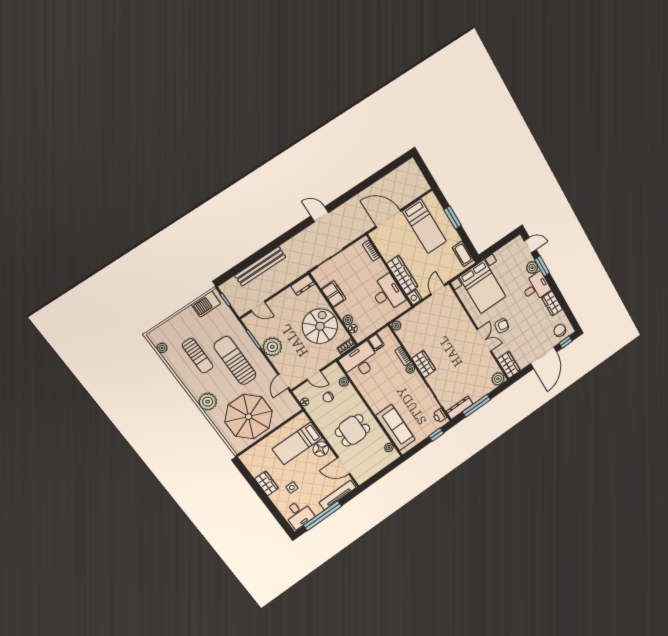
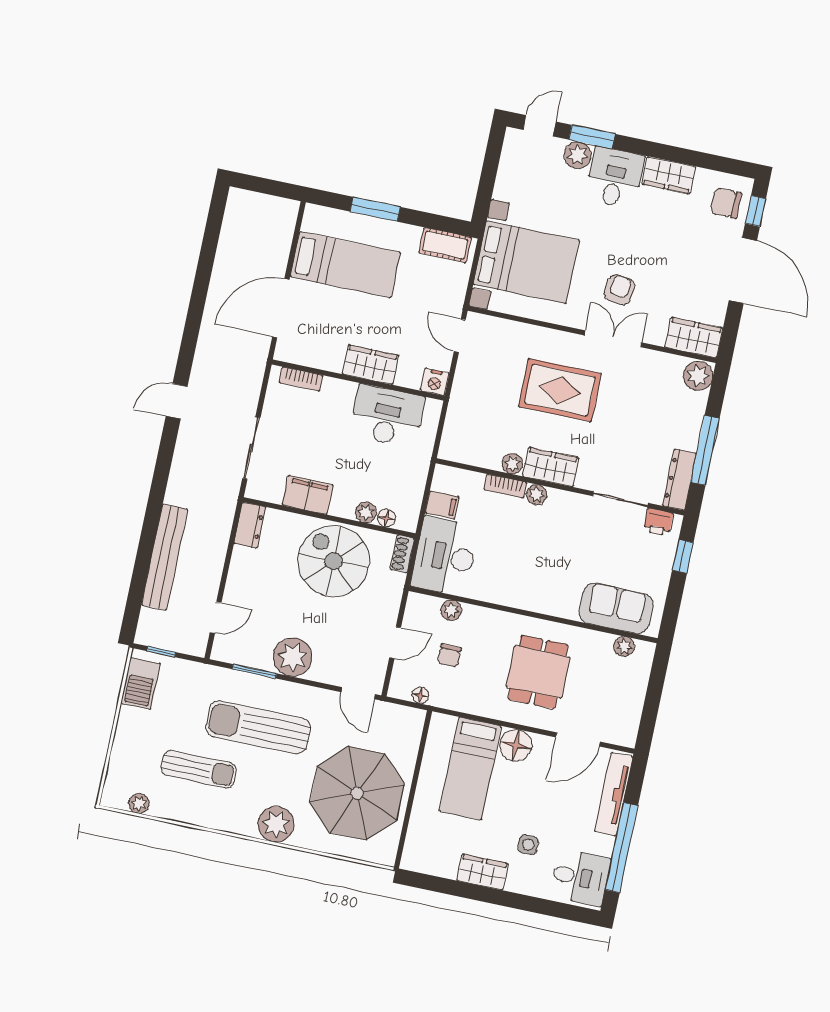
wardrobe: (402, 275) -> (371, 365), width x0.67
plant: (396, 326) -> (513, 464), moved
rug: (452, 341) -> (560, 390), added
sofa: (396, 428) -> (616, 608), width x0.73

